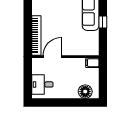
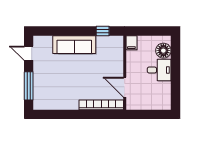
window: (103, 22) -> (103, 31), moved
desk: (42, 84) -> (159, 70), moved, turned -90

